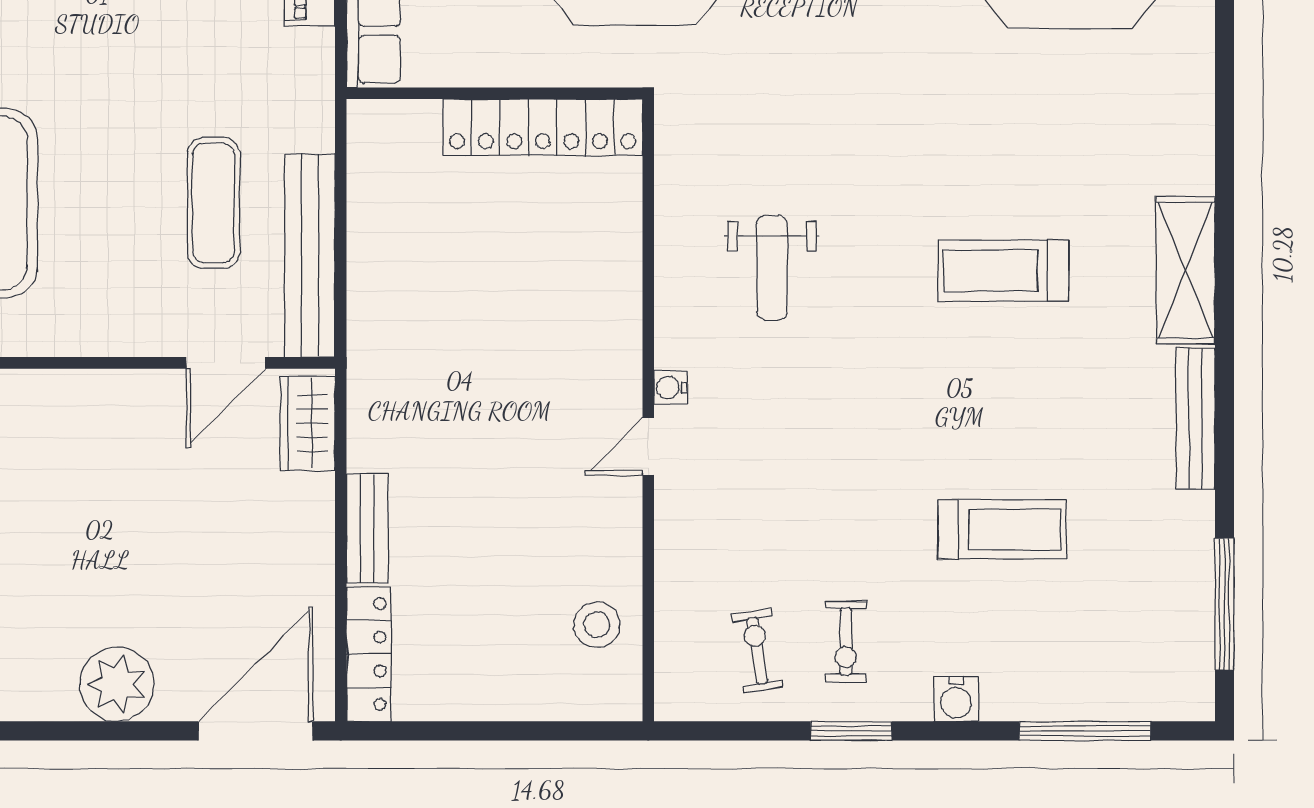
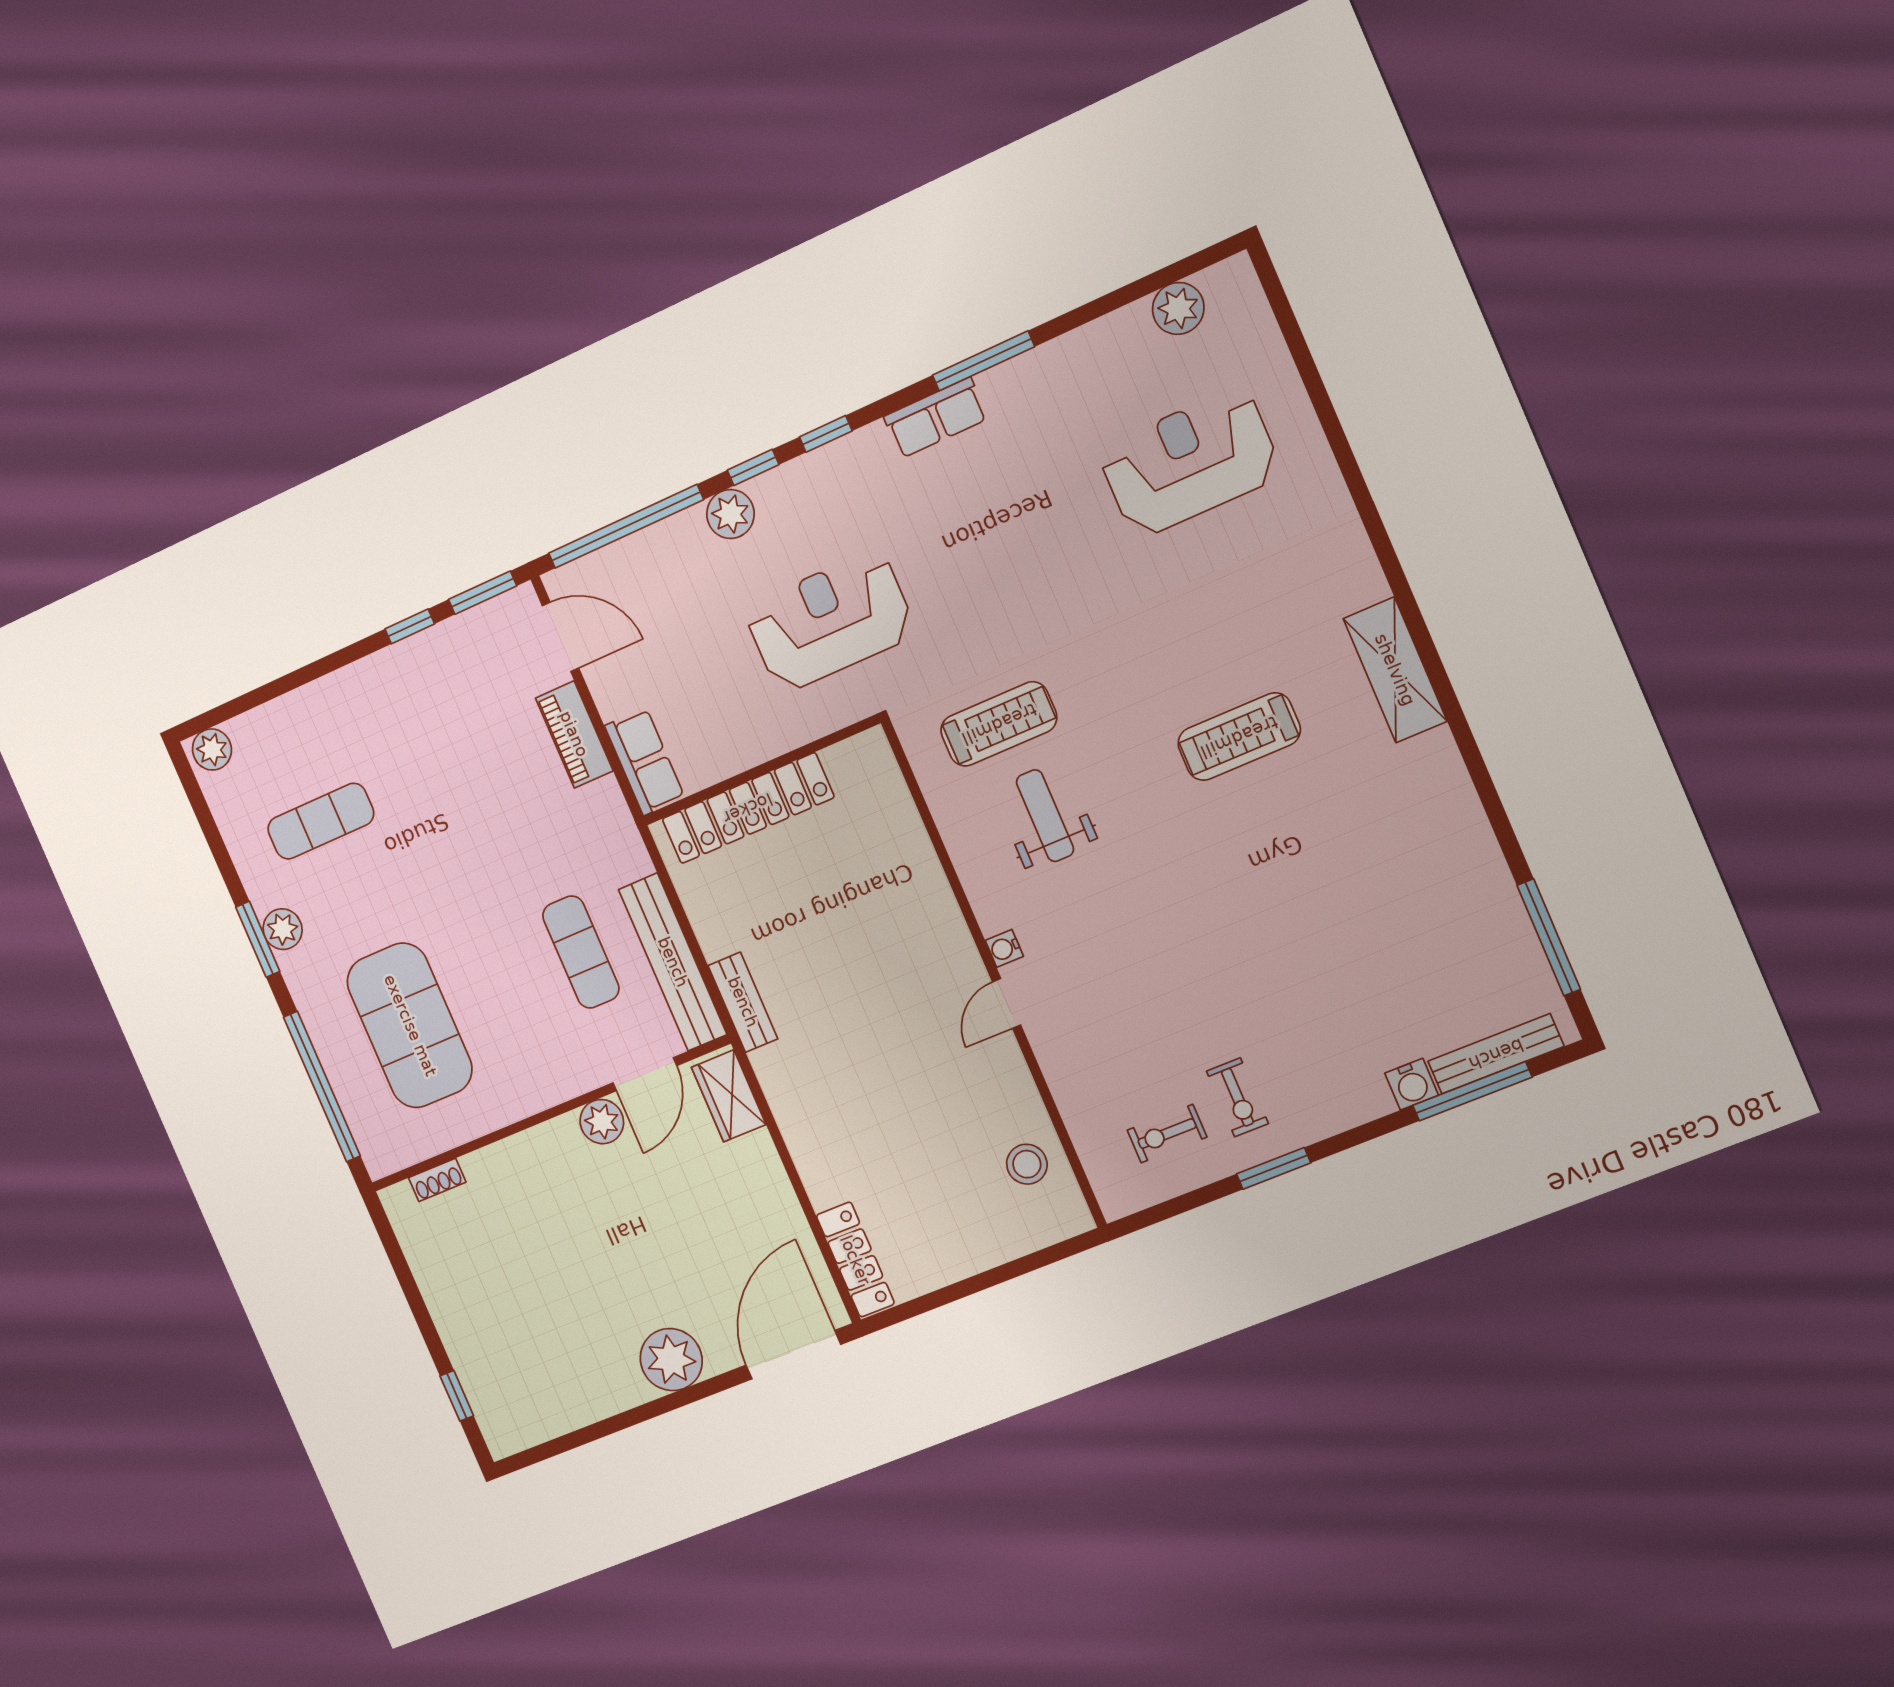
locker: (543, 127) -> (748, 808), moved
weight bench: (772, 268) -> (1045, 816), turned 180
plant: (155, 395) -> (602, 1122), added
bench: (1195, 418) -> (1496, 1054), moved, turned 90
bench: (367, 528) -> (743, 1002), moved
treadmill: (1002, 529) -> (999, 724), moved
exercise bike: (757, 651) -> (1167, 1134), turned -81
water cooler: (956, 699) -> (1412, 1084), moved

